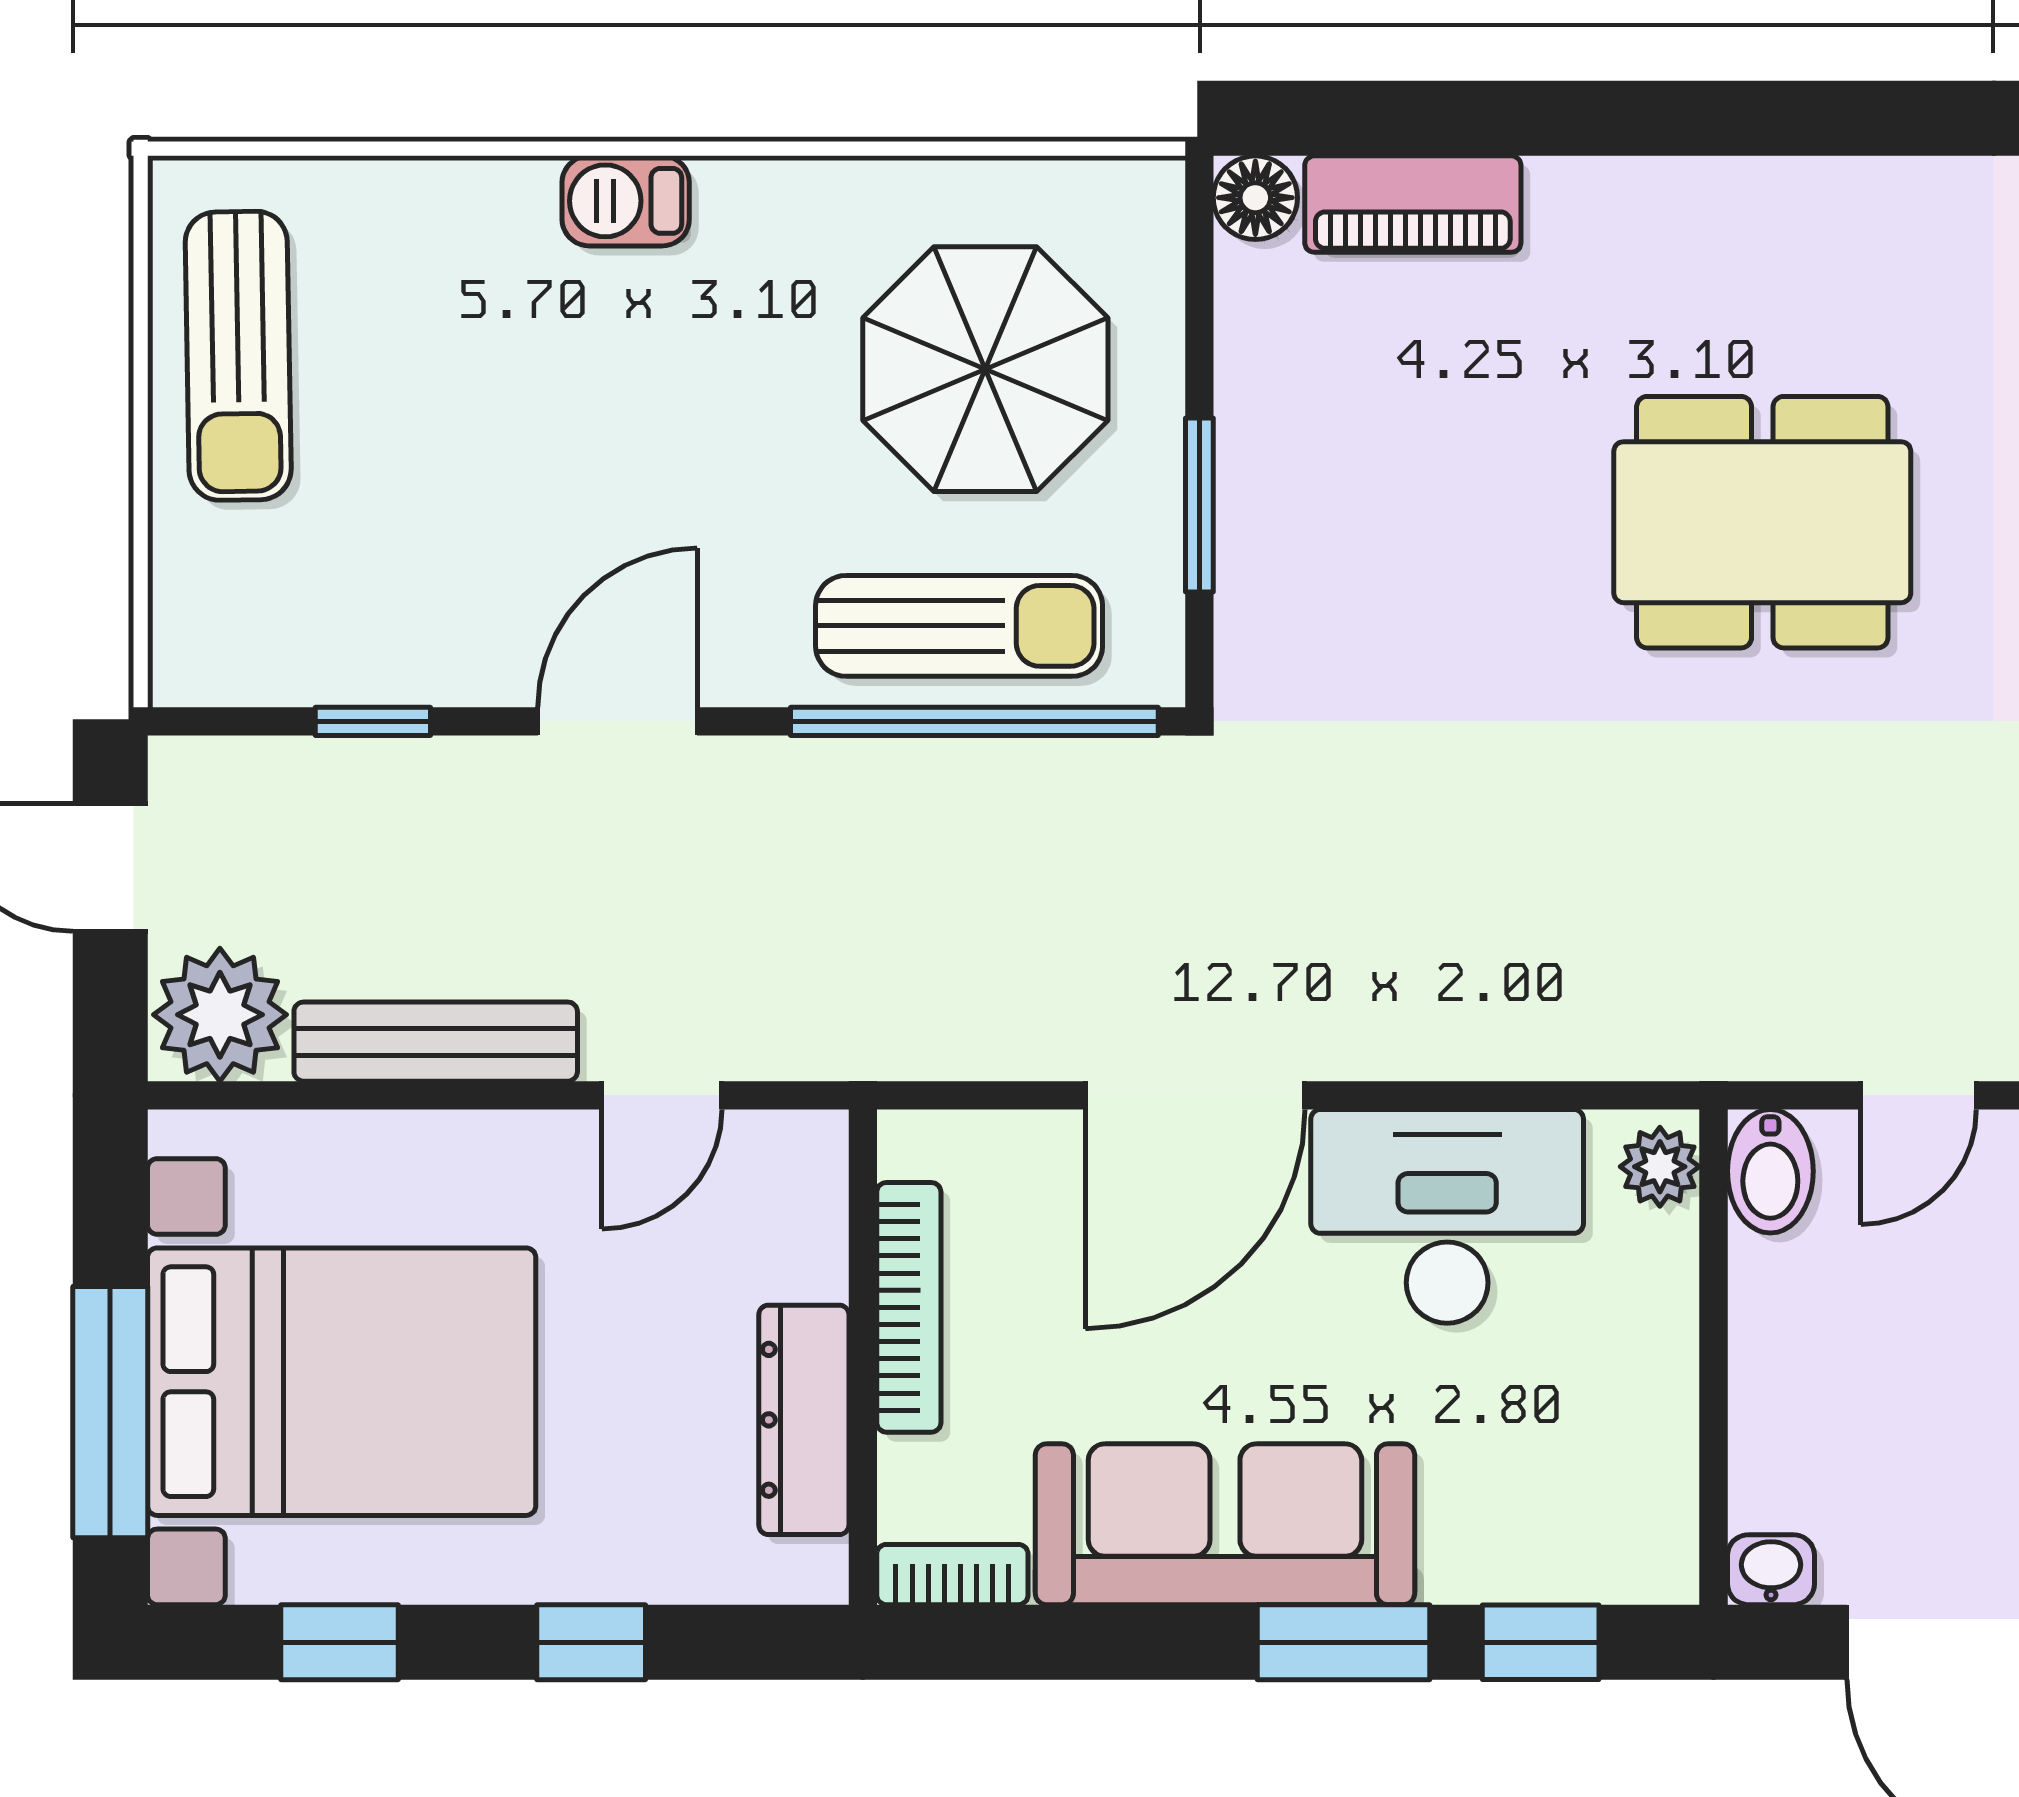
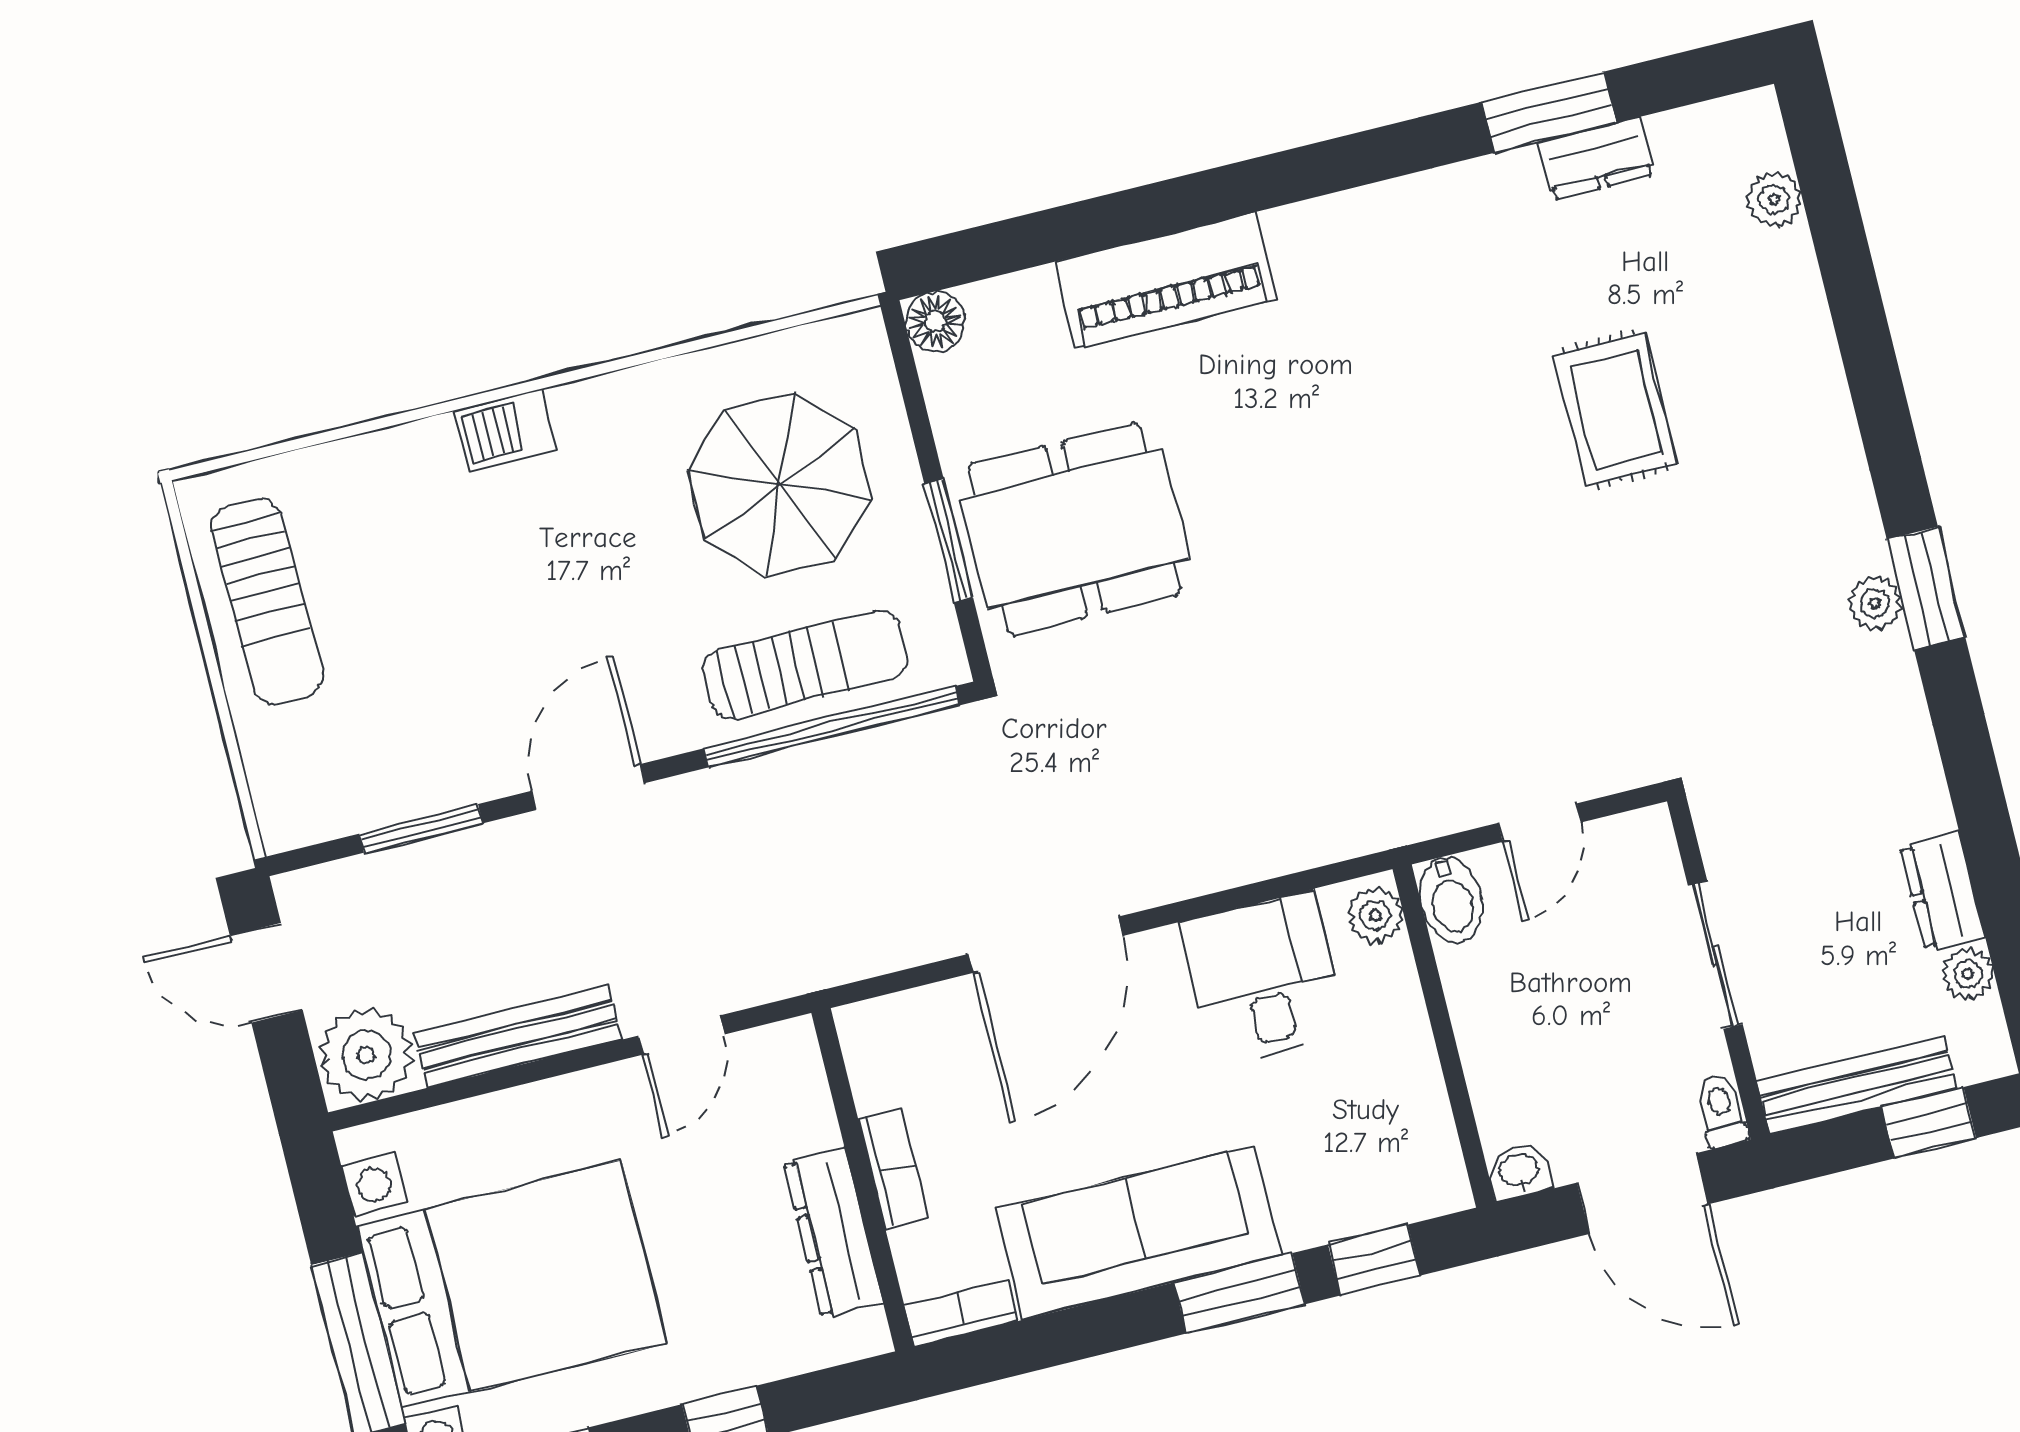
piano: (1413, 204) -> (1165, 281), moved, width x1.37, depth x1.33
dining table: (1762, 522) -> (1074, 529), moved
window: (373, 721) -> (421, 828), width x1.50
desk: (1447, 1216) -> (1263, 979), width x0.73
bookcase: (909, 1307) -> (894, 1169), width x0.64

